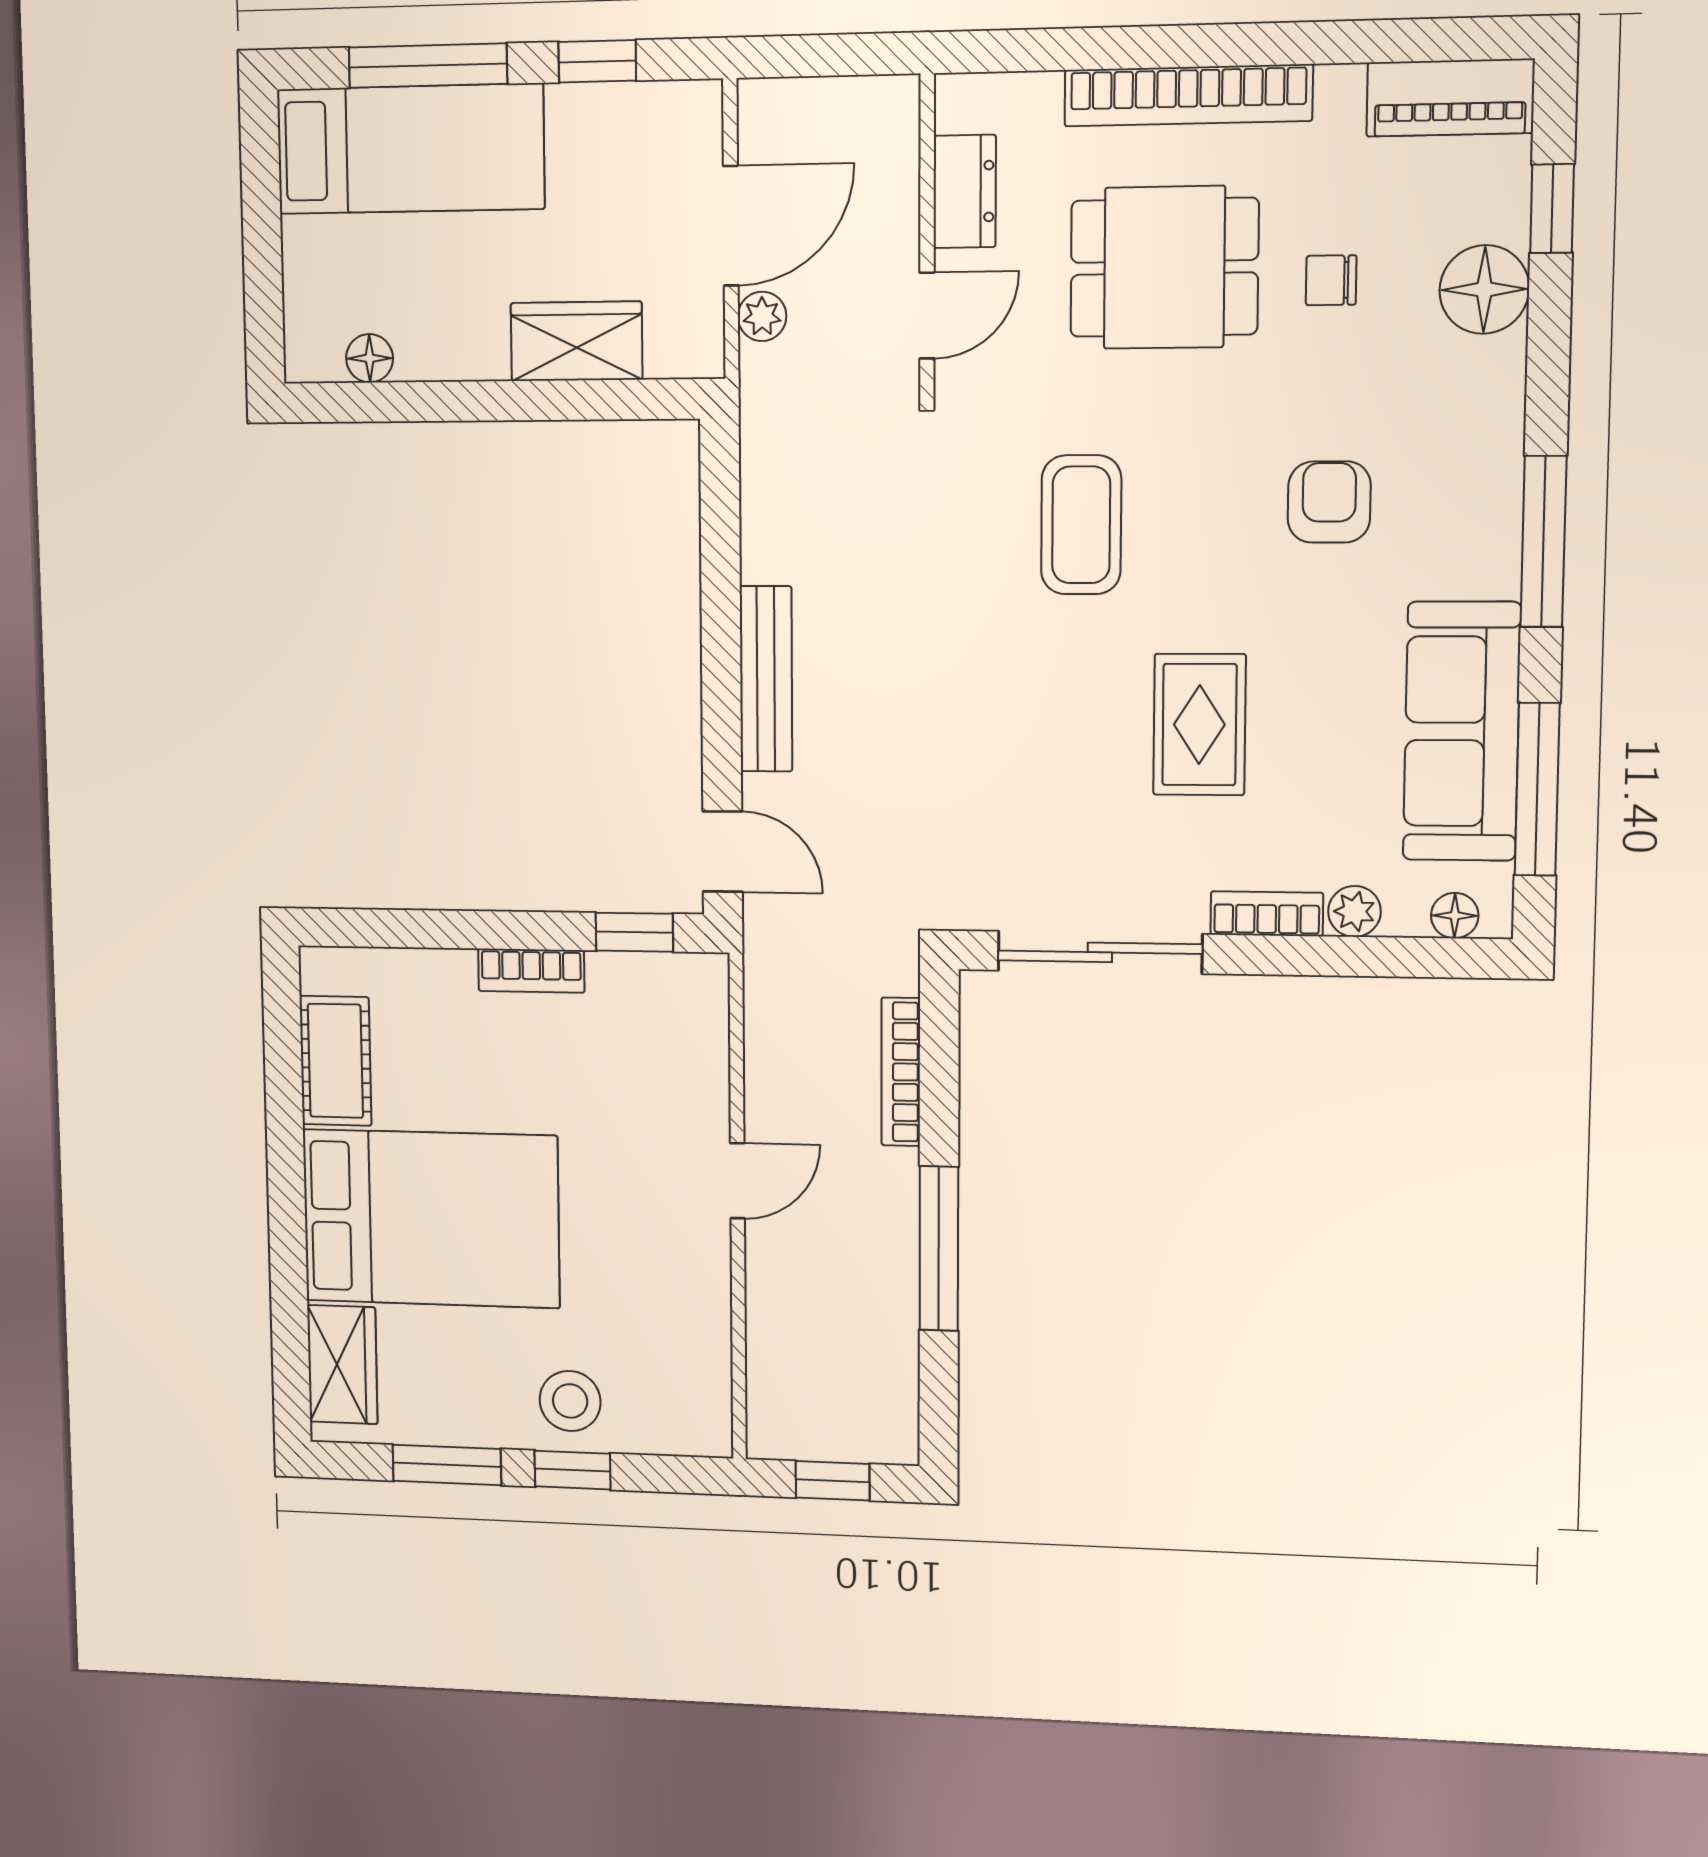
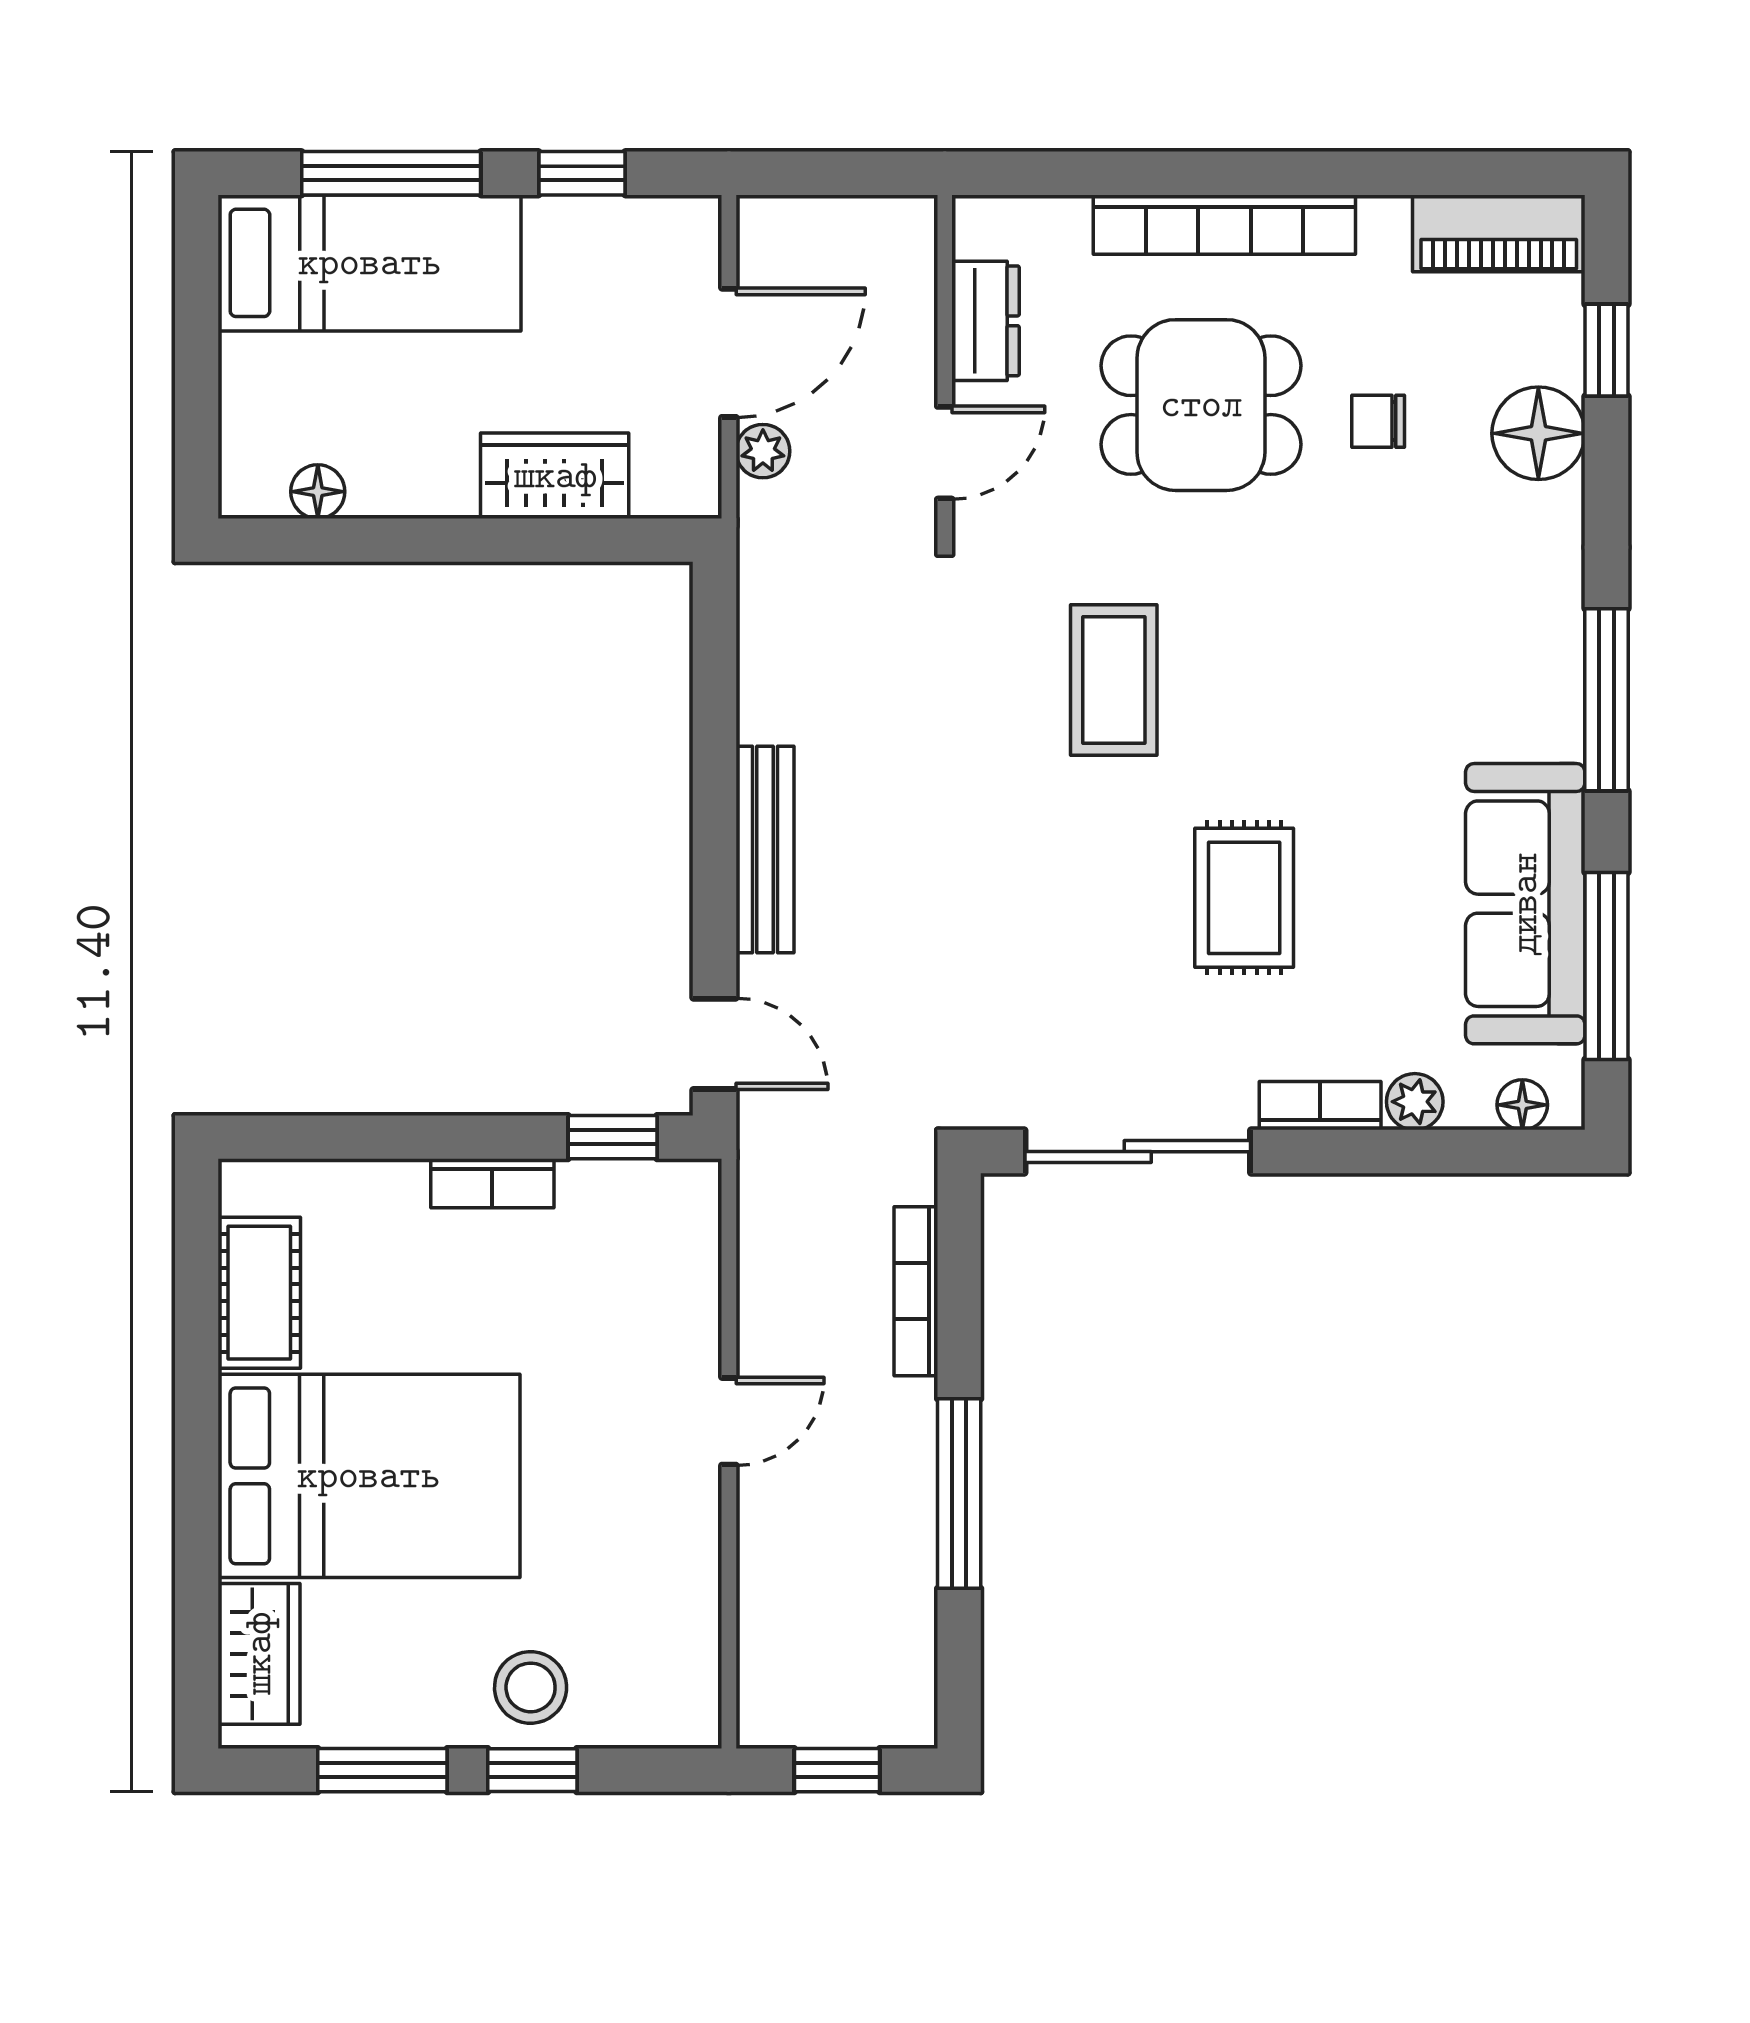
armchair: (1329, 502) -> (1380, 657), removed

